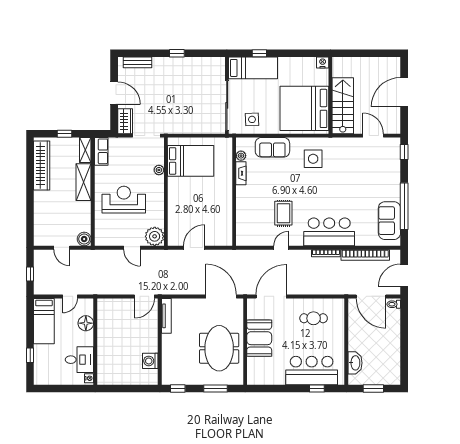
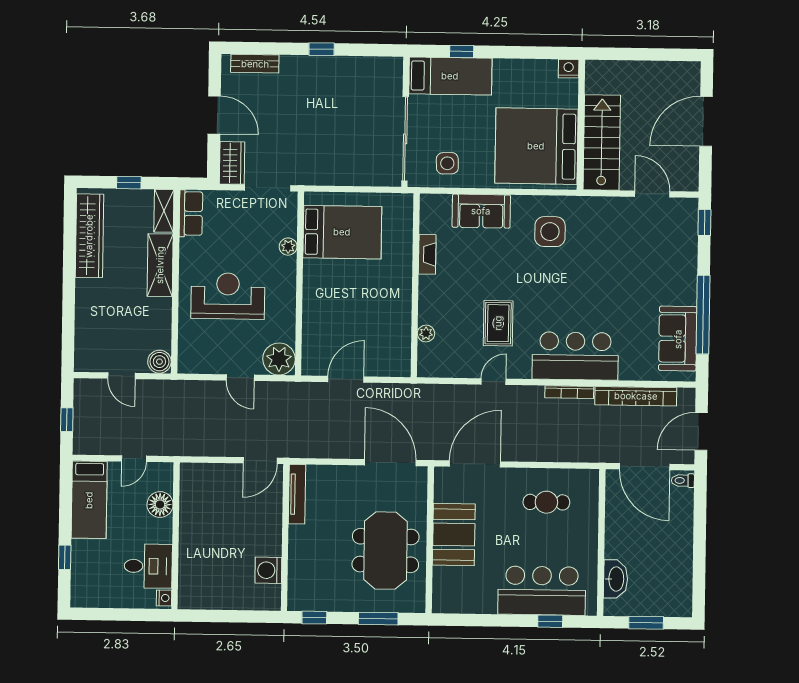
plant: (241, 156) -> (426, 334), moved

